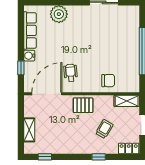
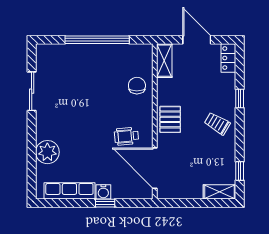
window: (21, 68) -> (105, 203), moved
trolley: (104, 129) -> (217, 123), moved
shelving: (29, 130) -> (219, 192), moved

